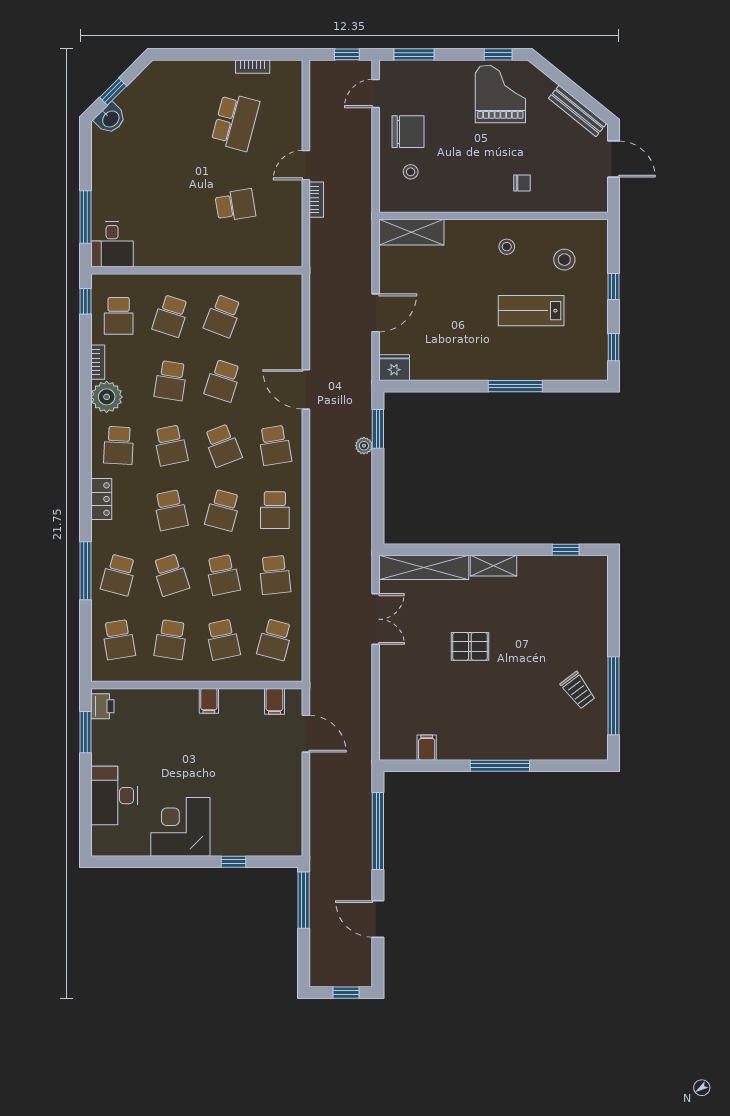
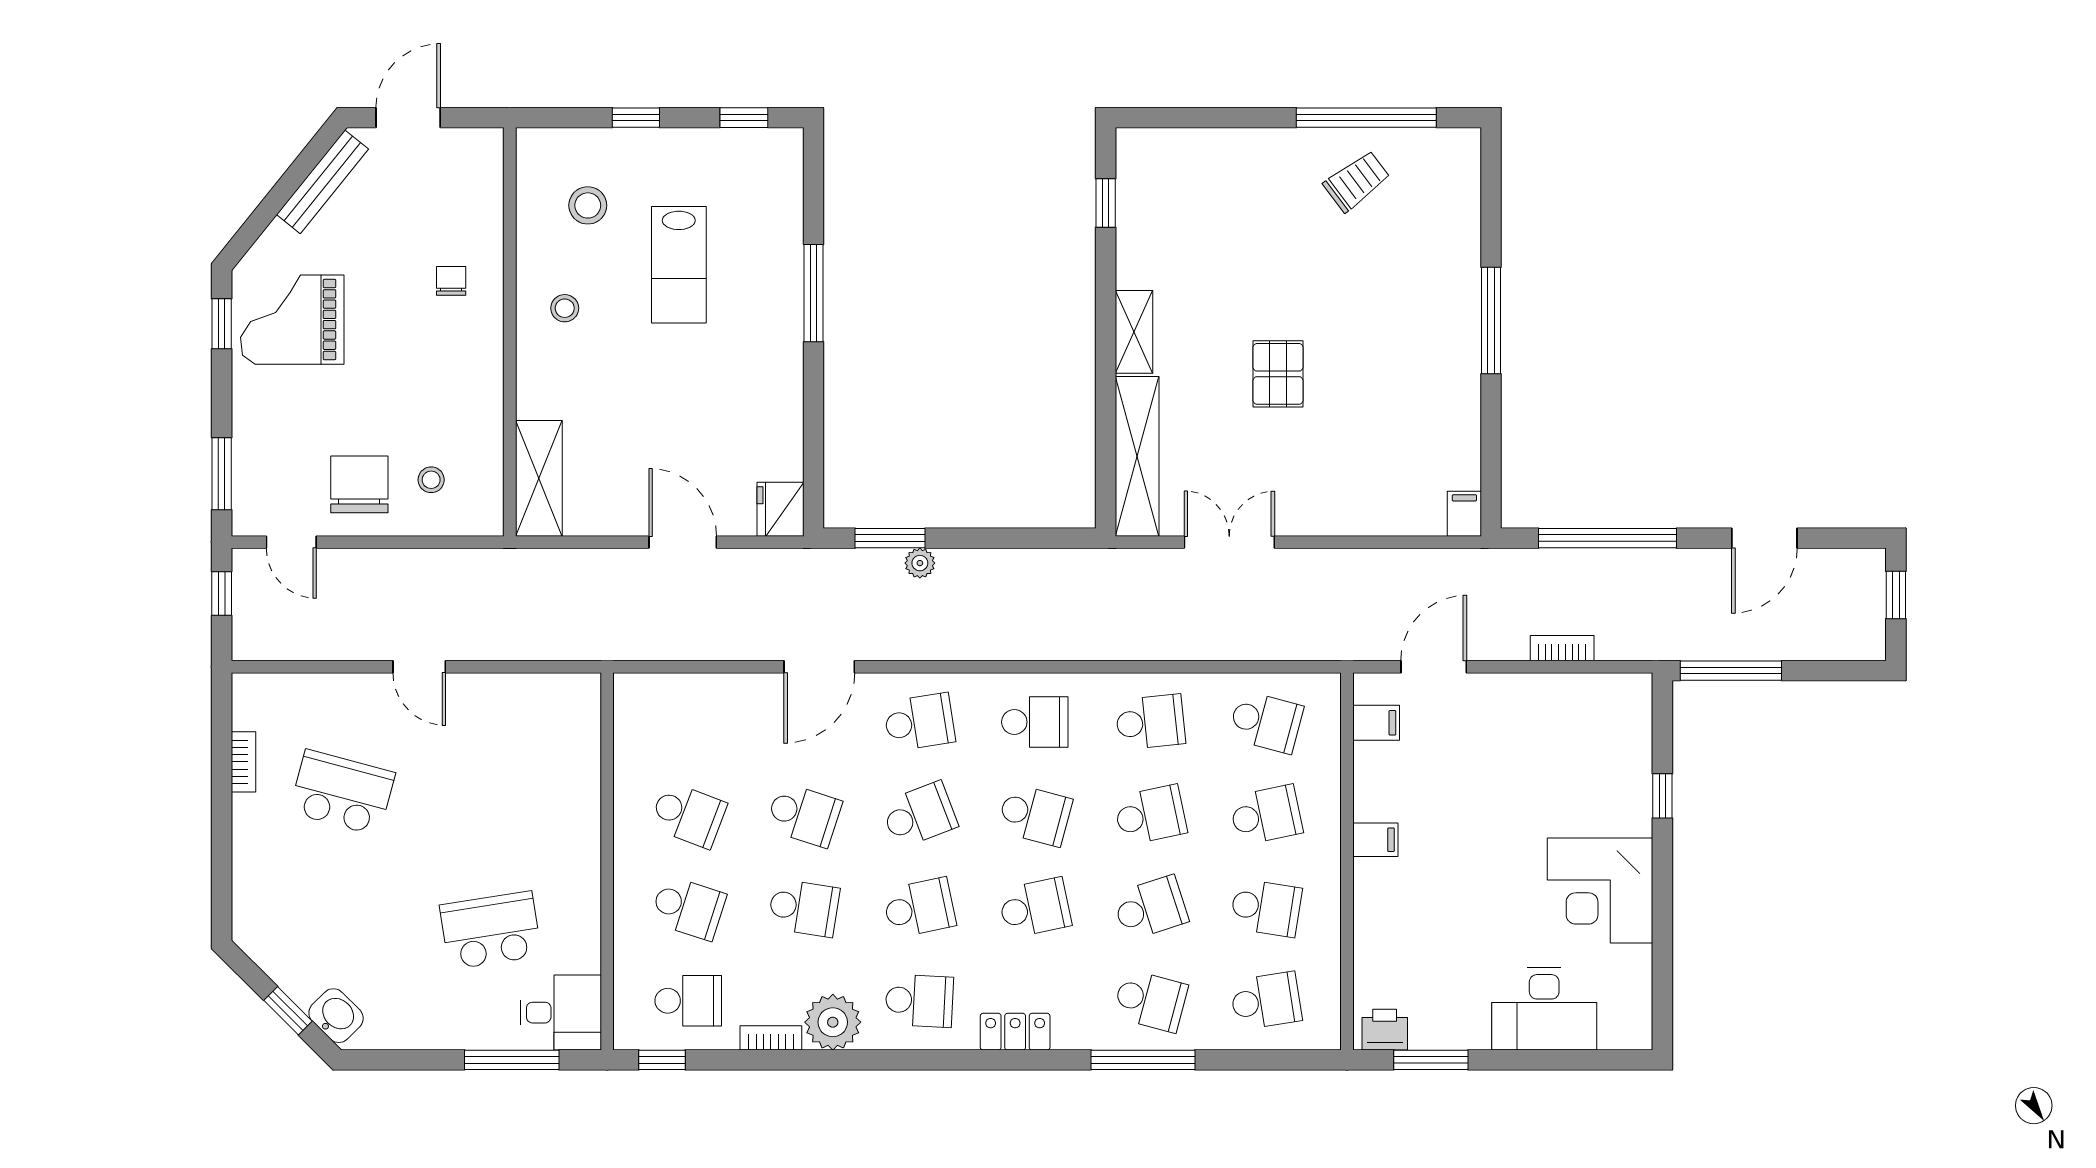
bookcase: (316, 200) -> (1562, 648), moved
school desk: (235, 205) -> (491, 930), moved, width x1.85
filing cabinet: (427, 748) -> (1464, 514), moved, turned 90

